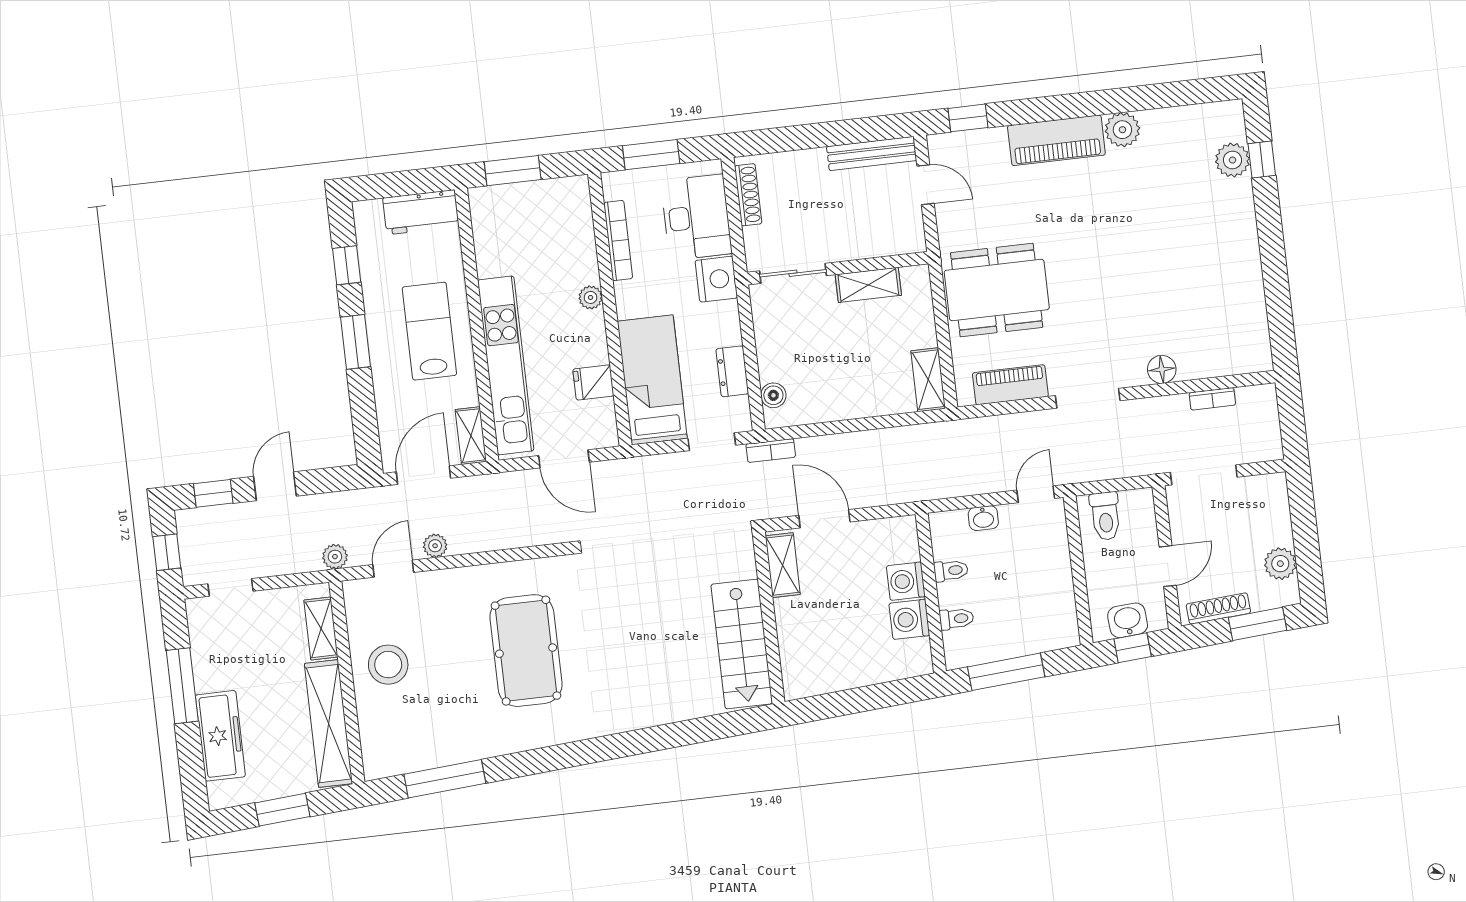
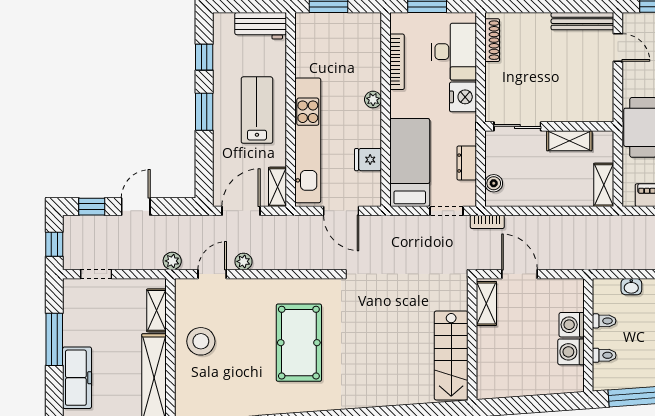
wall: (838, 268) -> (549, 126), moved
sliding door: (793, 273) -> (517, 126), moved
shelving: (868, 285) -> (569, 141), moved

